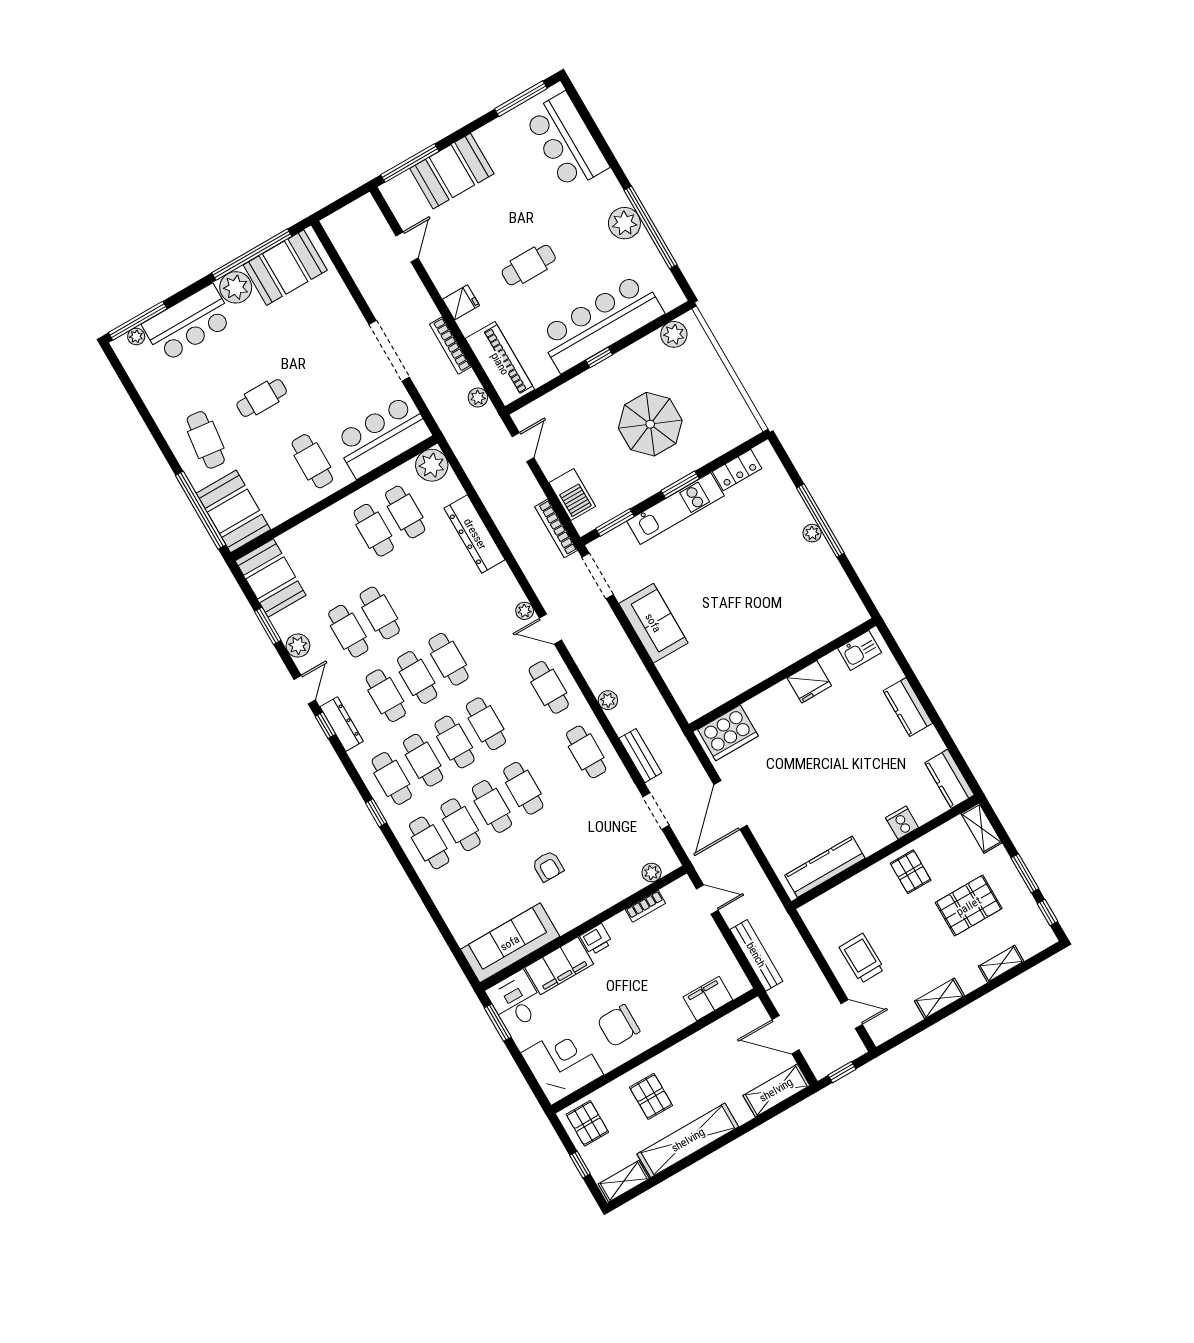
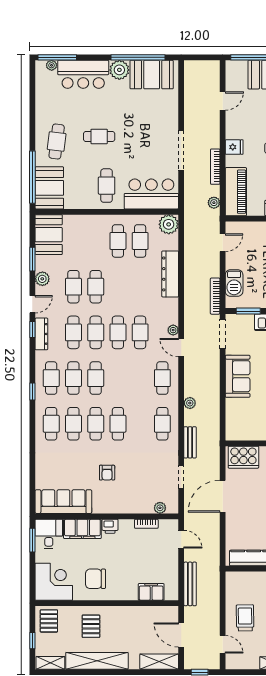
cafe table: (486, 724) -> (140, 332), moved

